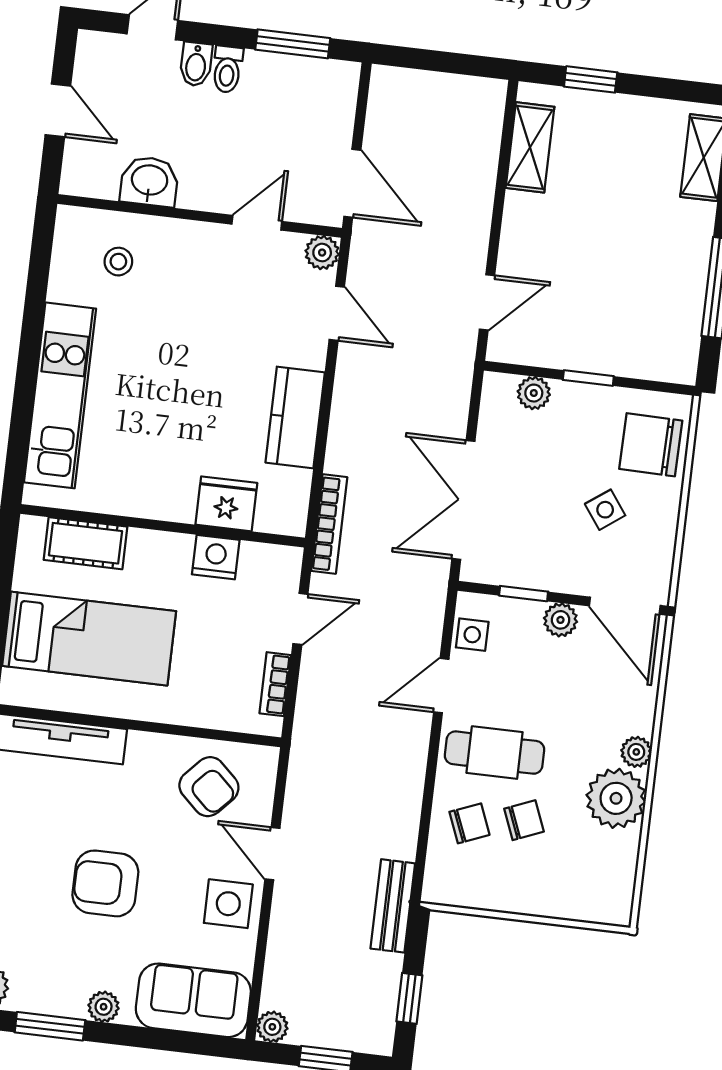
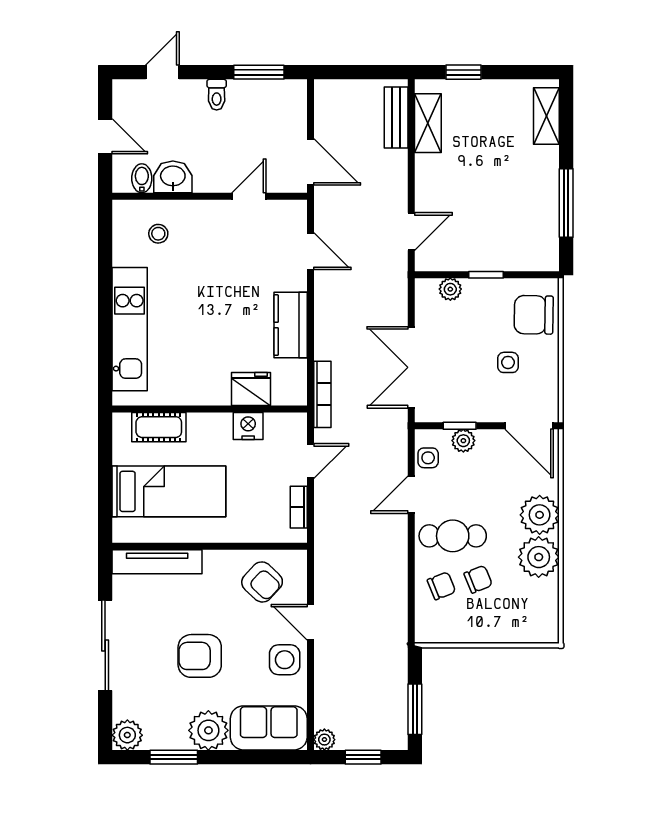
bidet: (196, 64) -> (142, 178), moved, turned 180
plant: (322, 253) -> (296, 211), removed
side table: (605, 510) -> (508, 362), turned 36
plant: (560, 620) -> (463, 441), moved
plant: (636, 752) -> (540, 515), width x1.88, depth x1.88
bench: (393, 906) -> (396, 117), moved
window: (409, 998) -> (415, 709), width x1.50
plant: (104, 1007) -> (208, 730), width x1.88, depth x1.88

